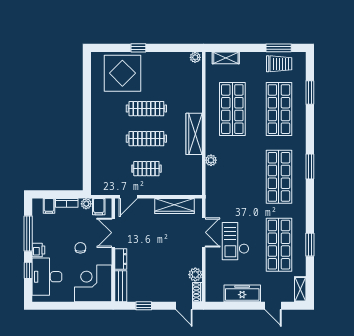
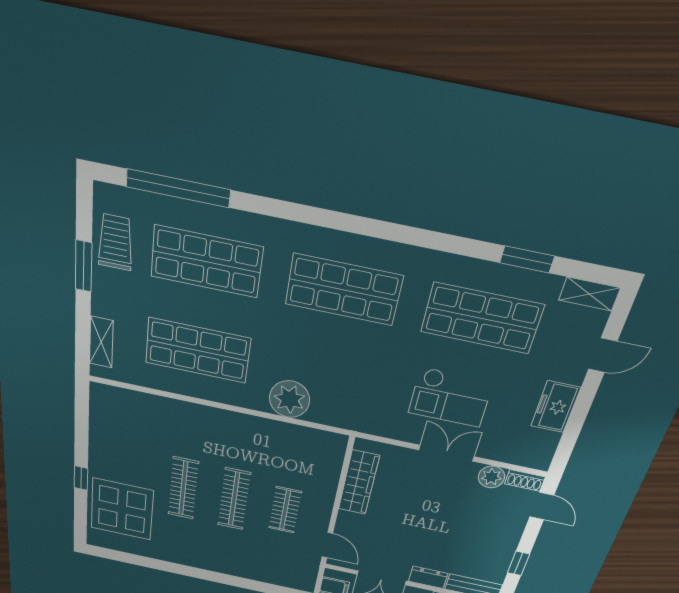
window: (279, 48) -> (84, 266), moved
plant: (195, 57) -> (99, 394), removed
window: (310, 92) -> (178, 188), width x2.11
wardrobe: (194, 134) -> (236, 425), removed
plant: (211, 160) -> (290, 399), width x1.87, depth x1.87
window: (310, 167) -> (335, 220), removed
double door: (204, 232) -> (446, 453), moved
window: (310, 245) -> (527, 259), moved
freezer: (242, 293) -> (556, 407), width x0.71
door: (184, 306) -> (542, 506), hinge flipped

